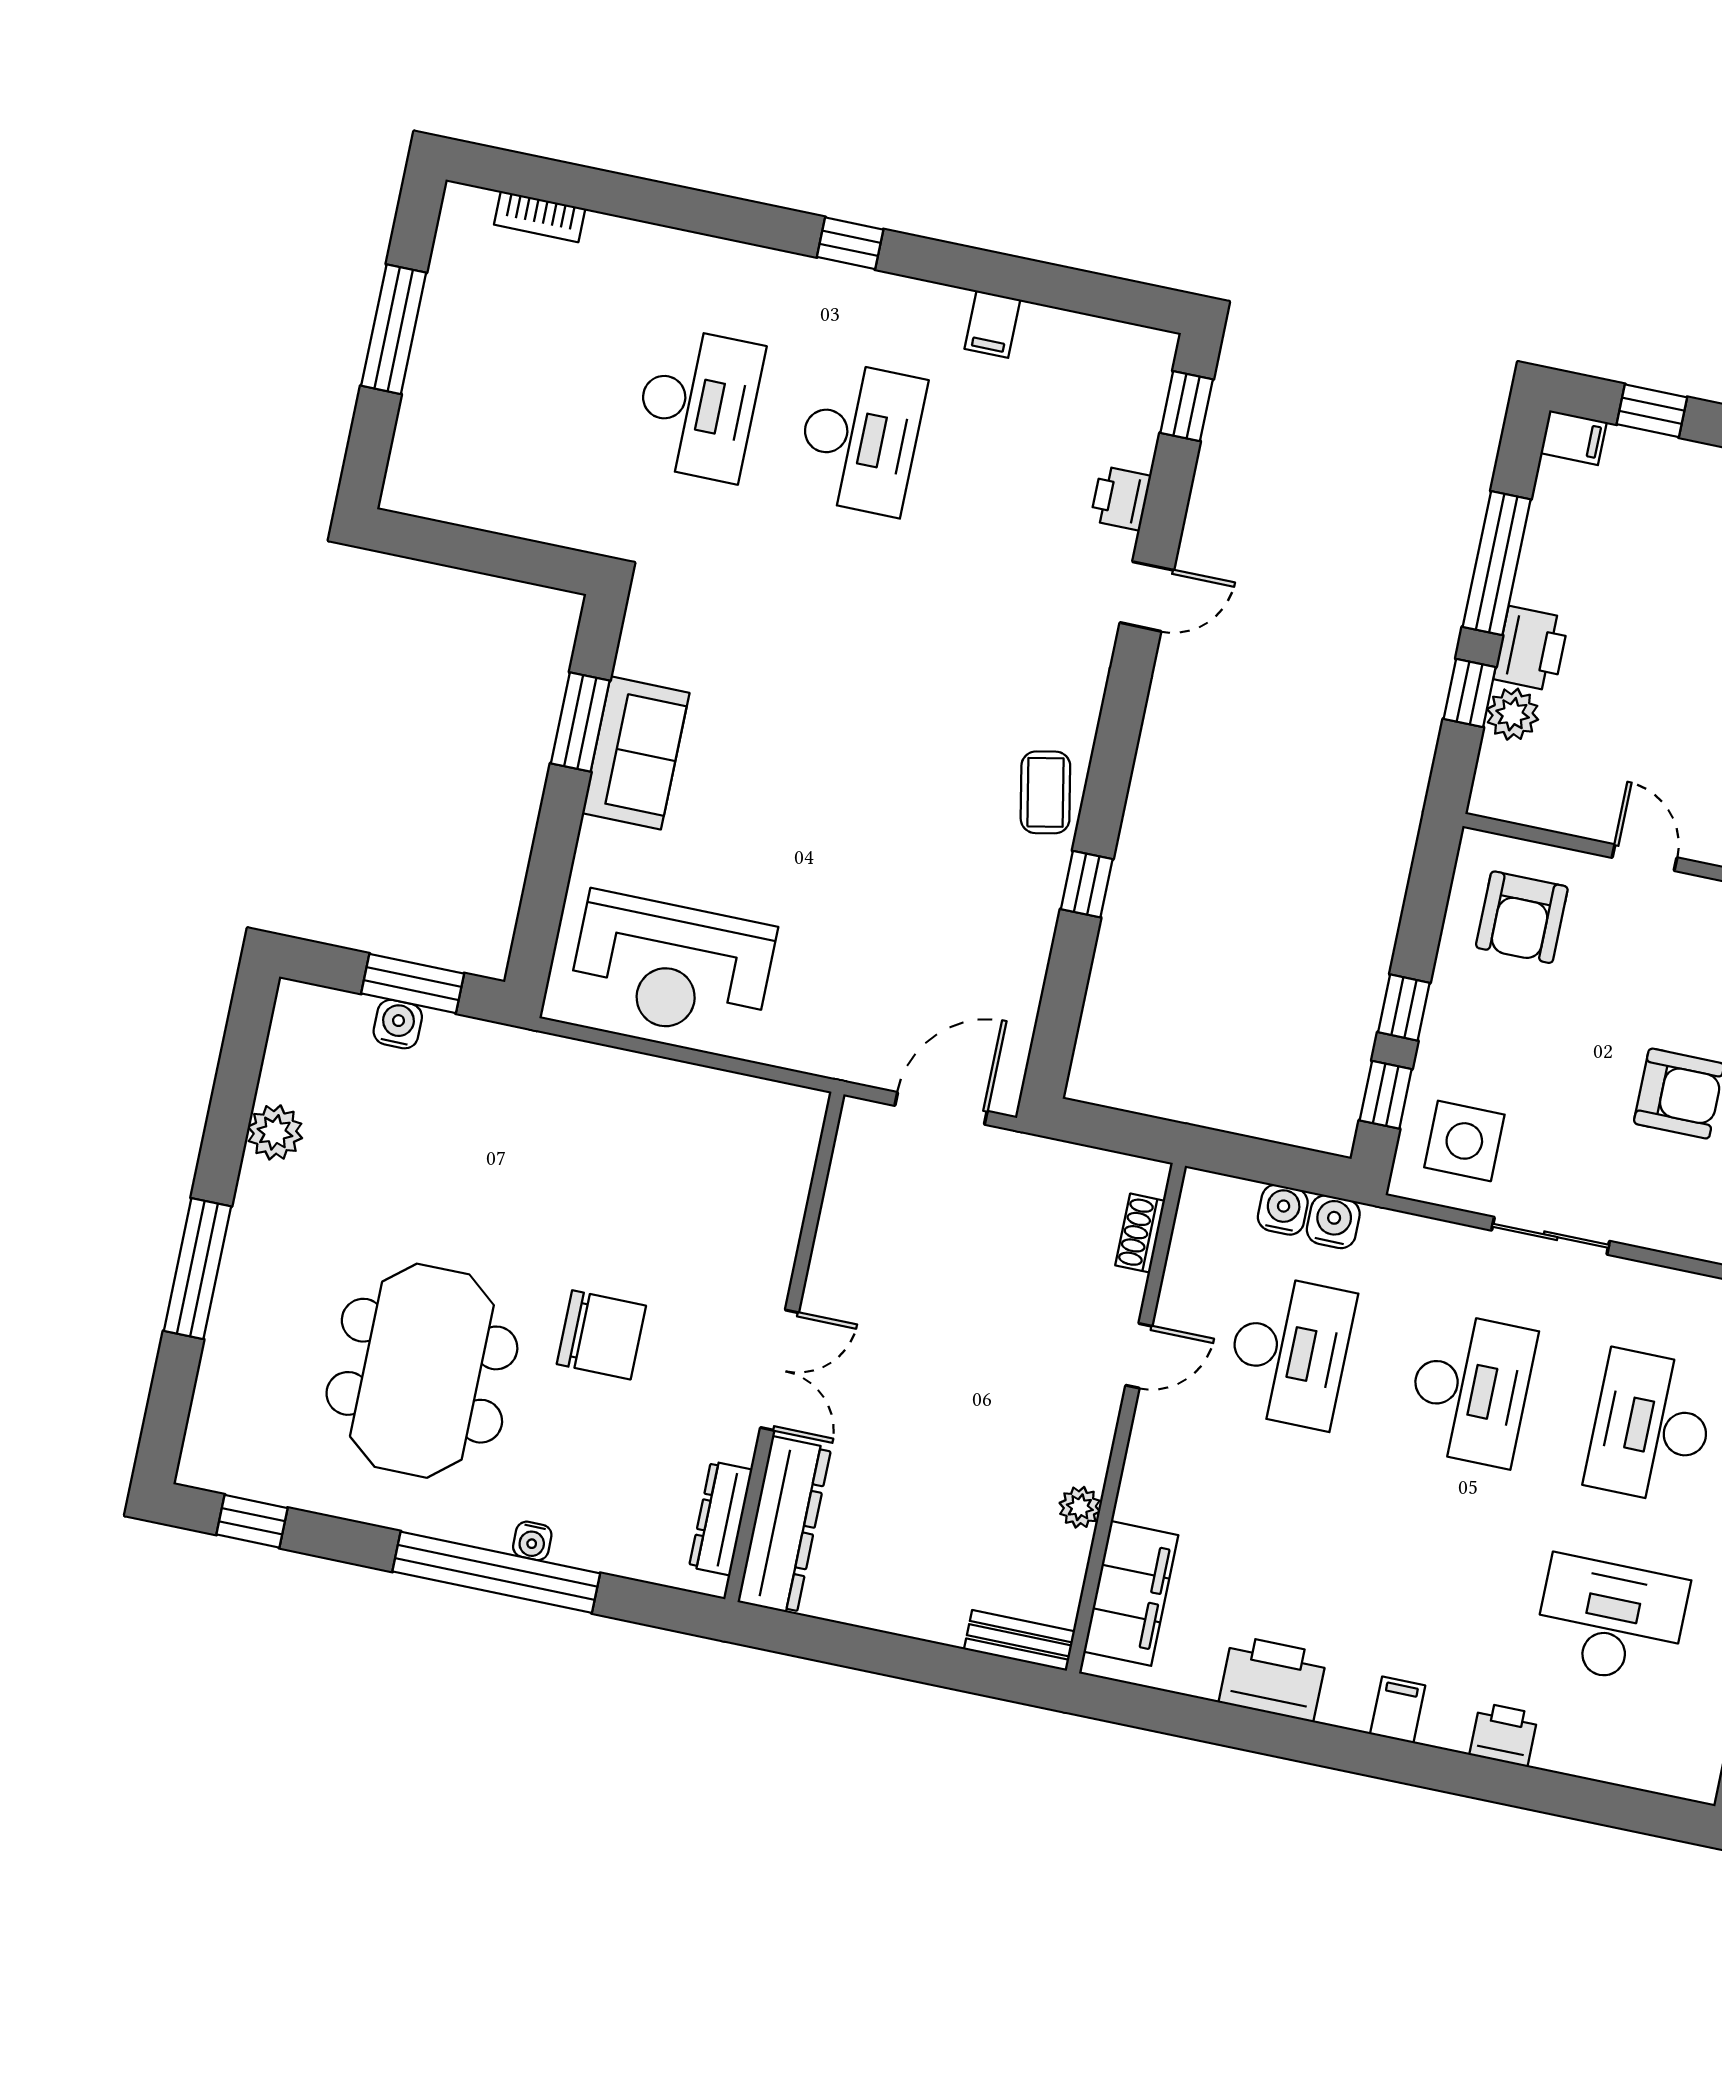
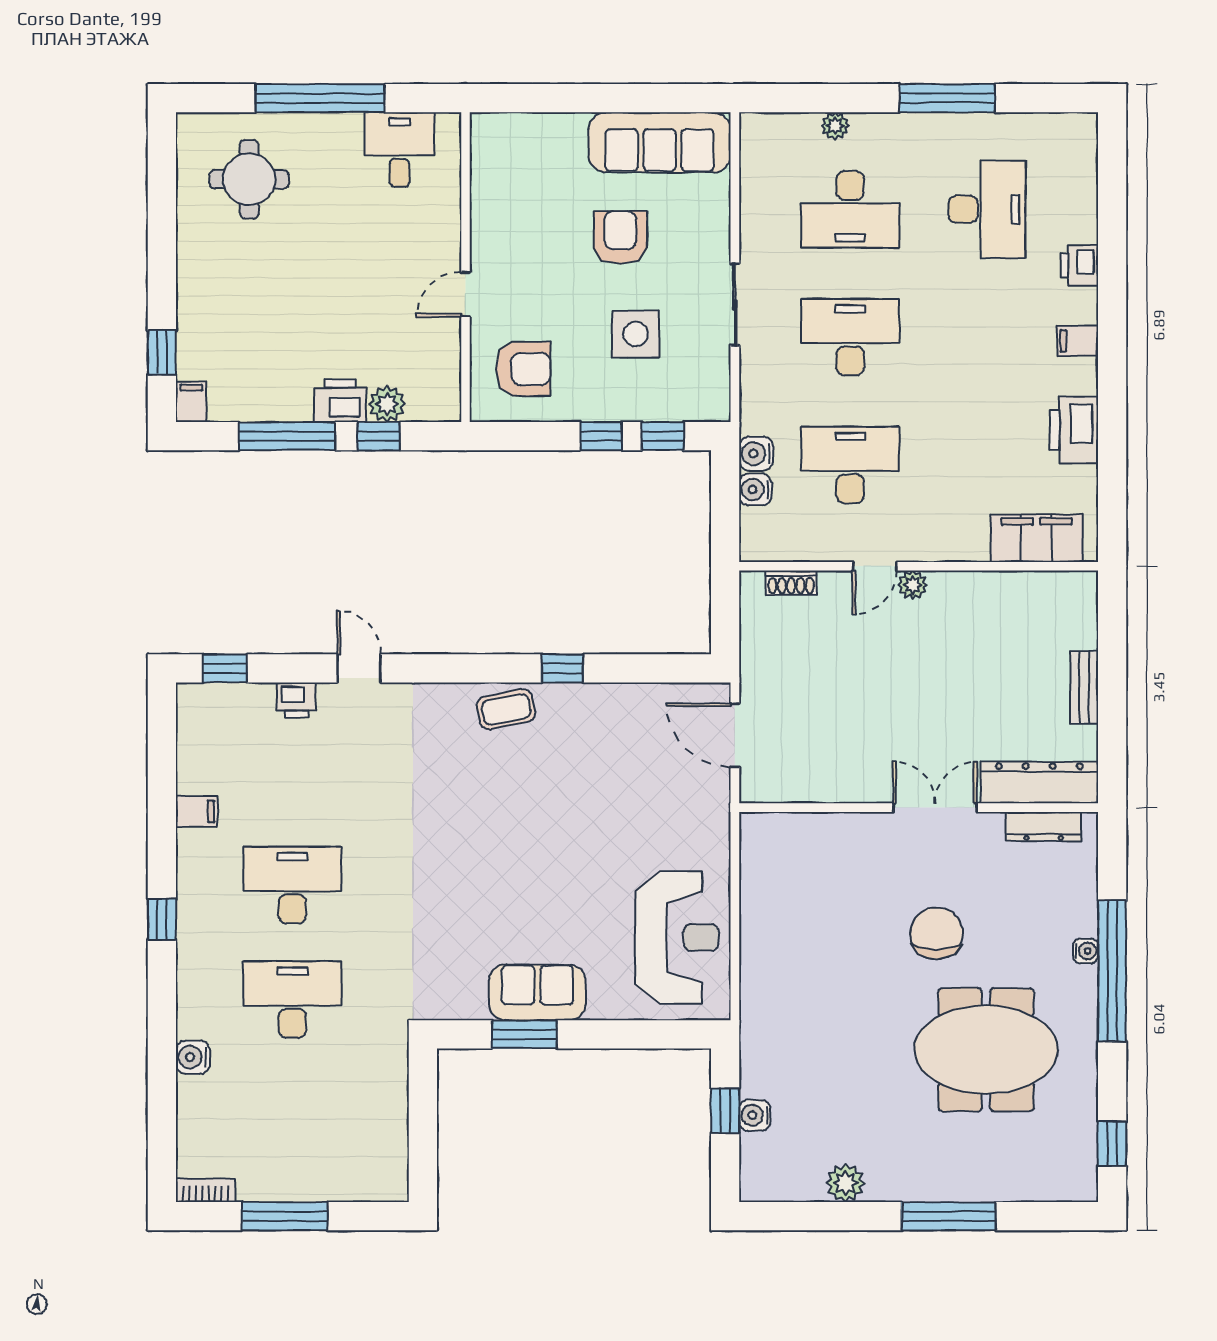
bookcase: (540, 217) -> (206, 1190), moved, turned -90
water cooler: (646, 246) -> (193, 1057), added
window: (413, 984) -> (725, 1111), width x0.67
side table: (1464, 1141) -> (636, 334), moved
door: (1139, 1356) -> (874, 566), swing flipped
plant: (1080, 1507) -> (913, 585), moved
desk: (1611, 1620) -> (987, 209), turned 180
bench: (1020, 1640) -> (1084, 687), moved

